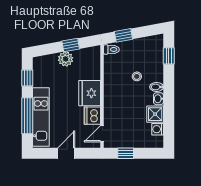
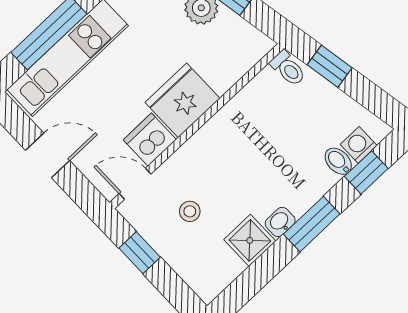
stool: (137, 76) -> (190, 211), moved
bidet: (157, 87) -> (338, 161), moved
window: (169, 89) -> (312, 224), added
washing machine: (158, 129) -> (359, 145), moved

